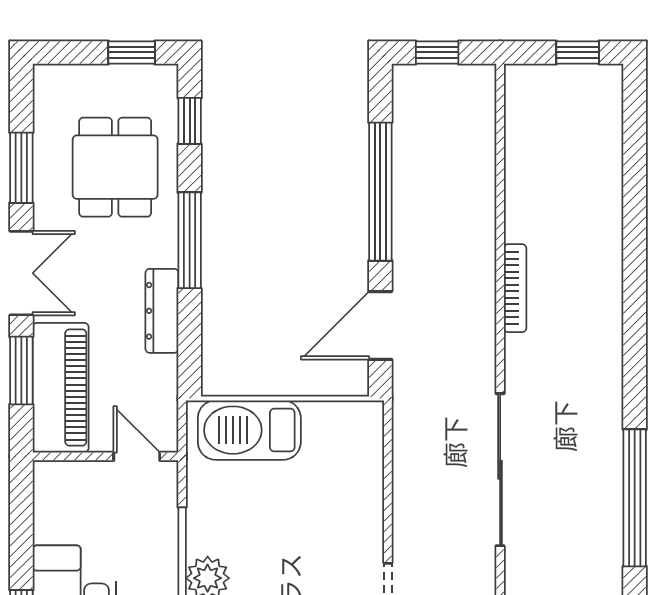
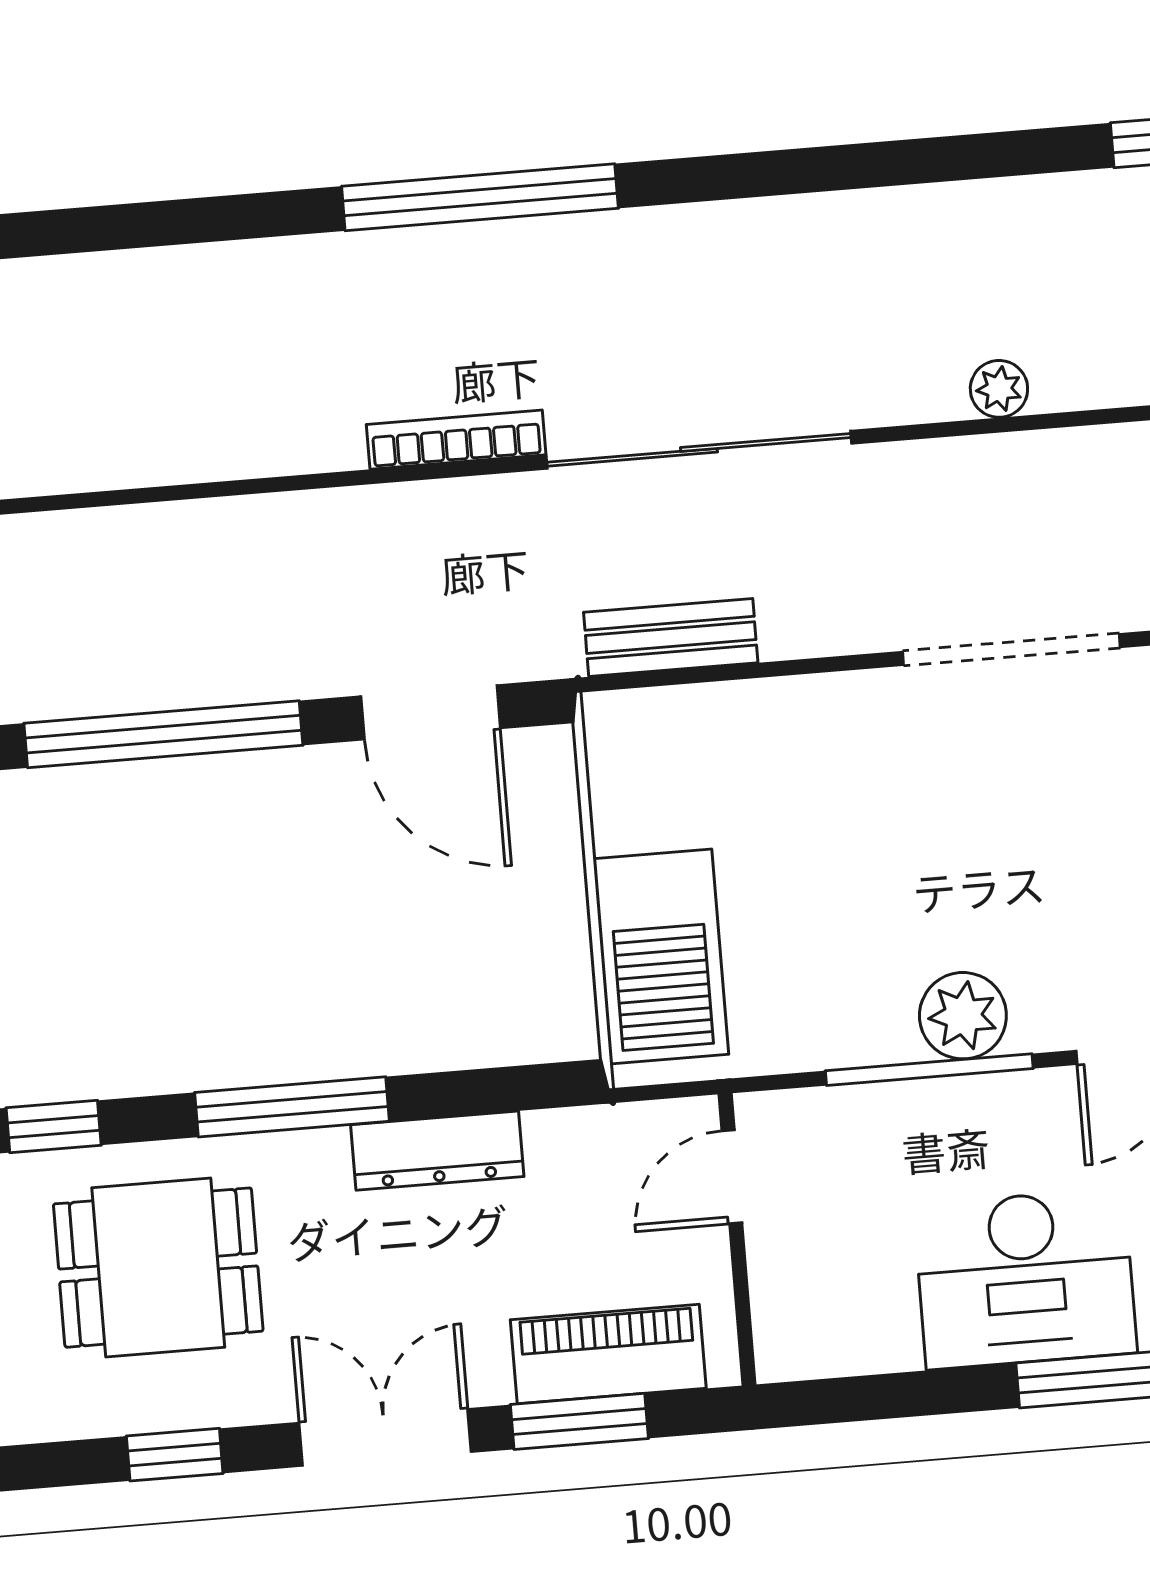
window: (21, 168) -> (175, 1455), width x0.67
bookcase: (515, 288) -> (456, 440), moved
piano: (61, 388) -> (608, 1354), width x0.73, depth x0.75
bench: (408, 448) -> (671, 638), added
window: (635, 498) -> (480, 197), moved

